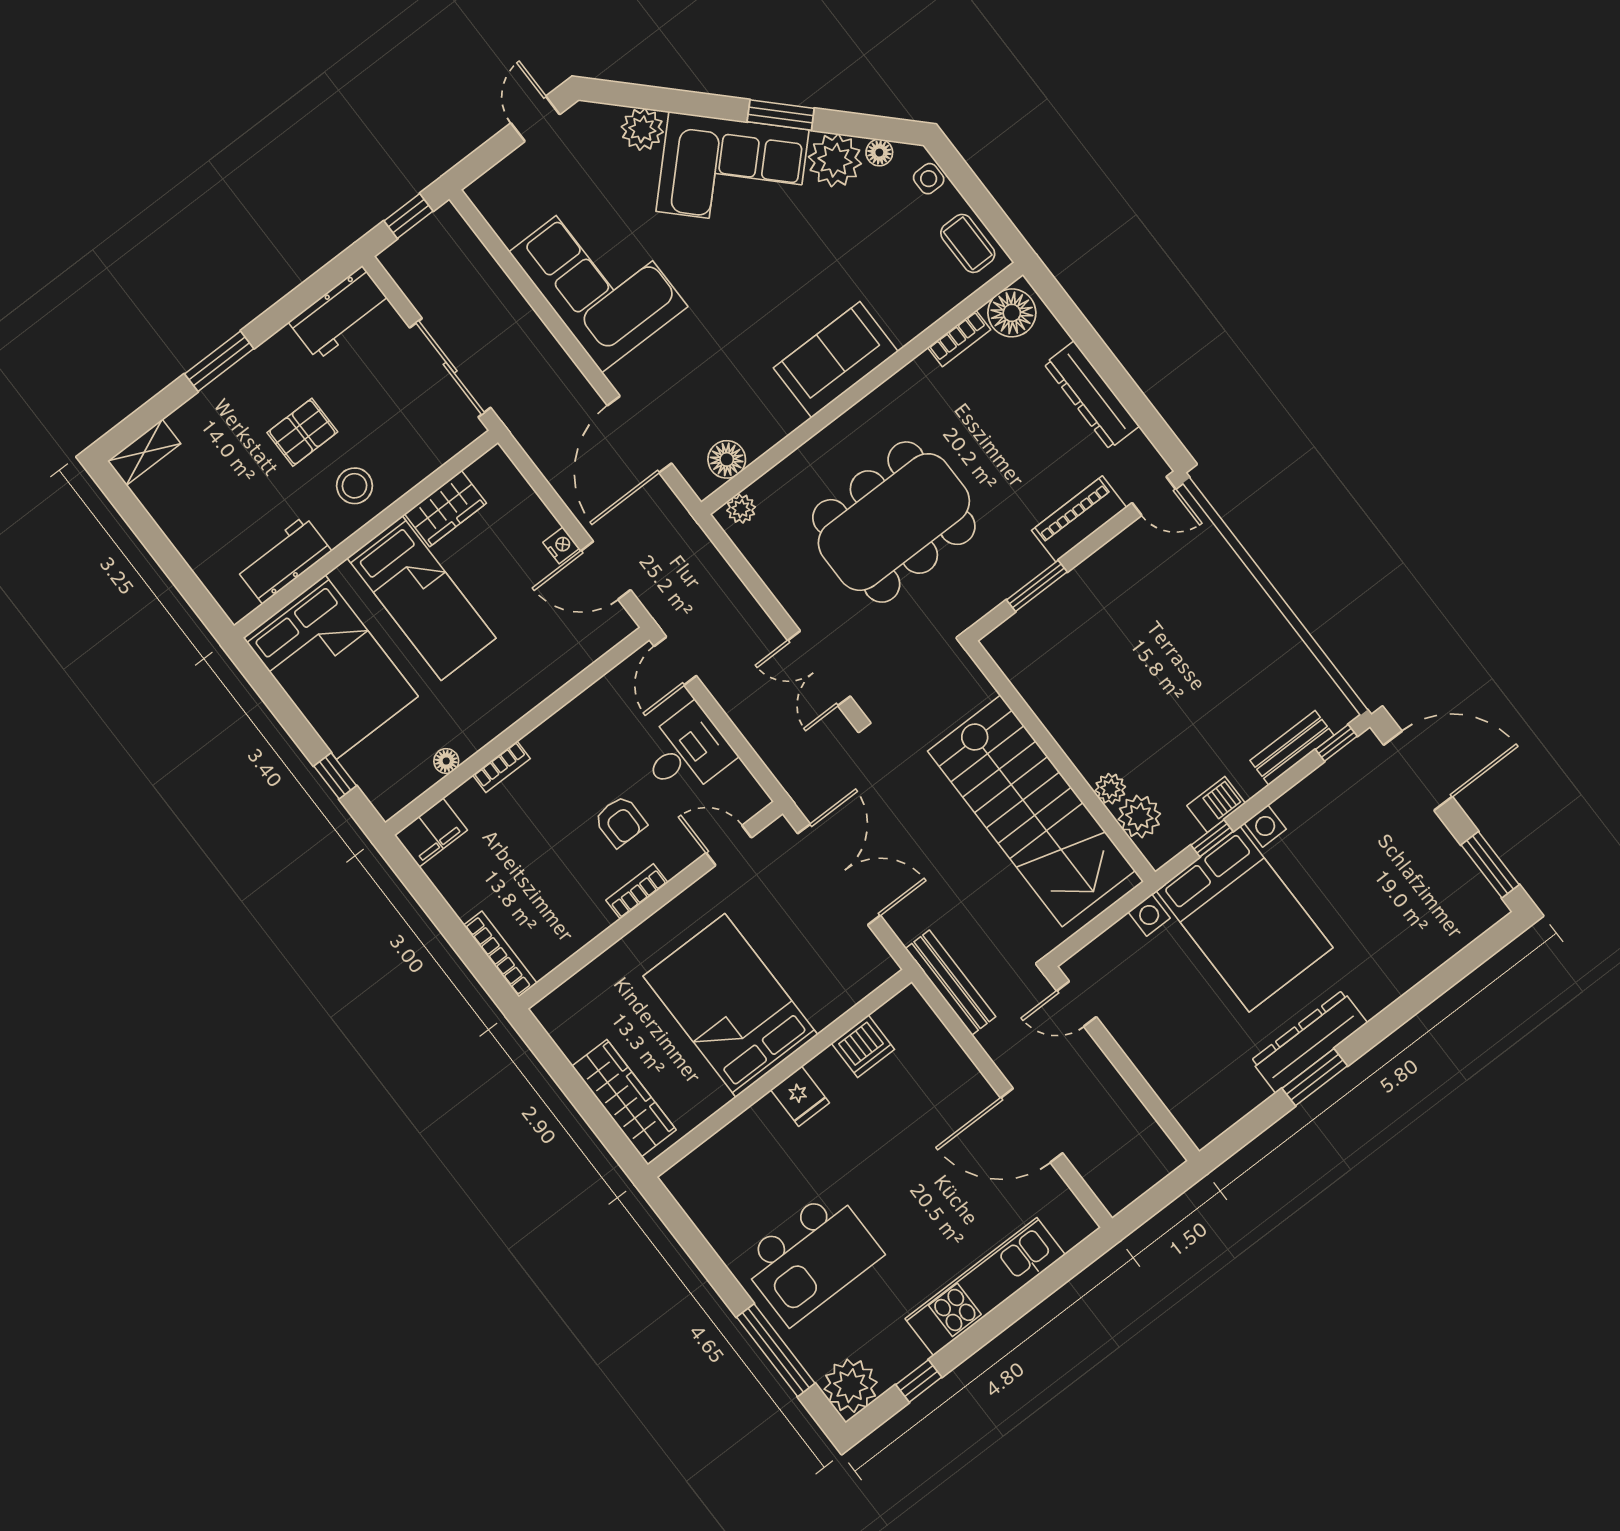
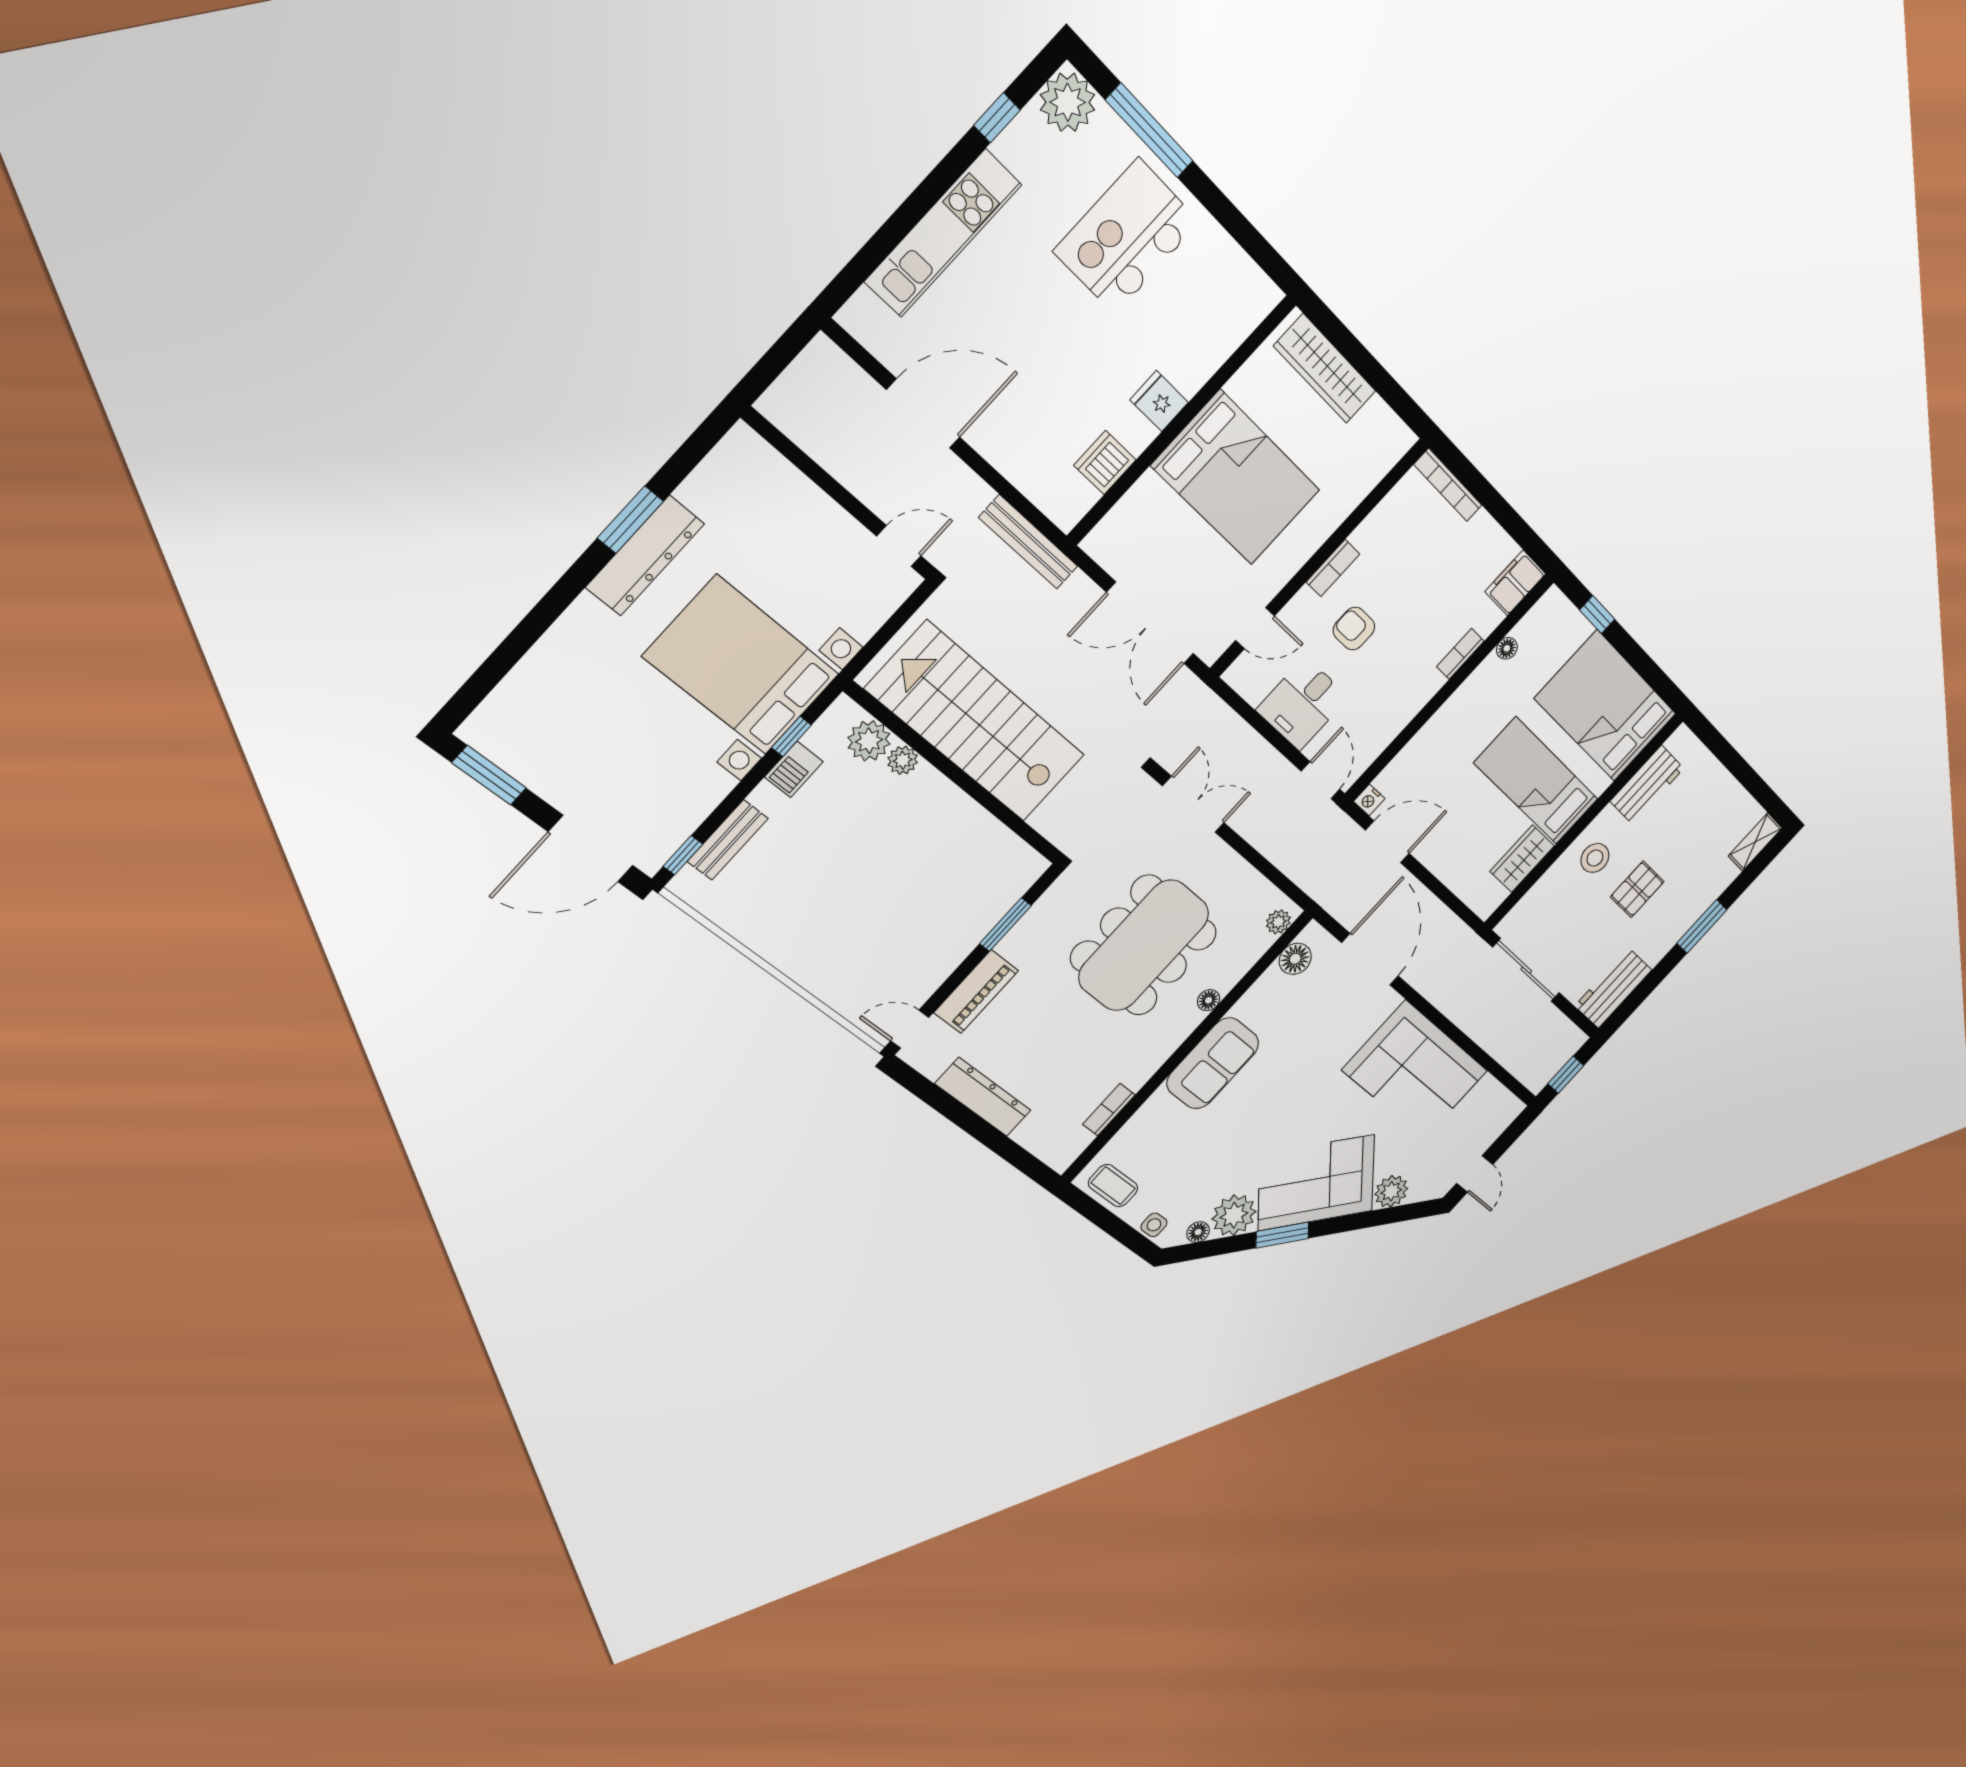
floor lamp: (1012, 313) -> (1209, 1000), moved, width x0.53, depth x0.53
nightstand: (561, 545) -> (1369, 800), moved

